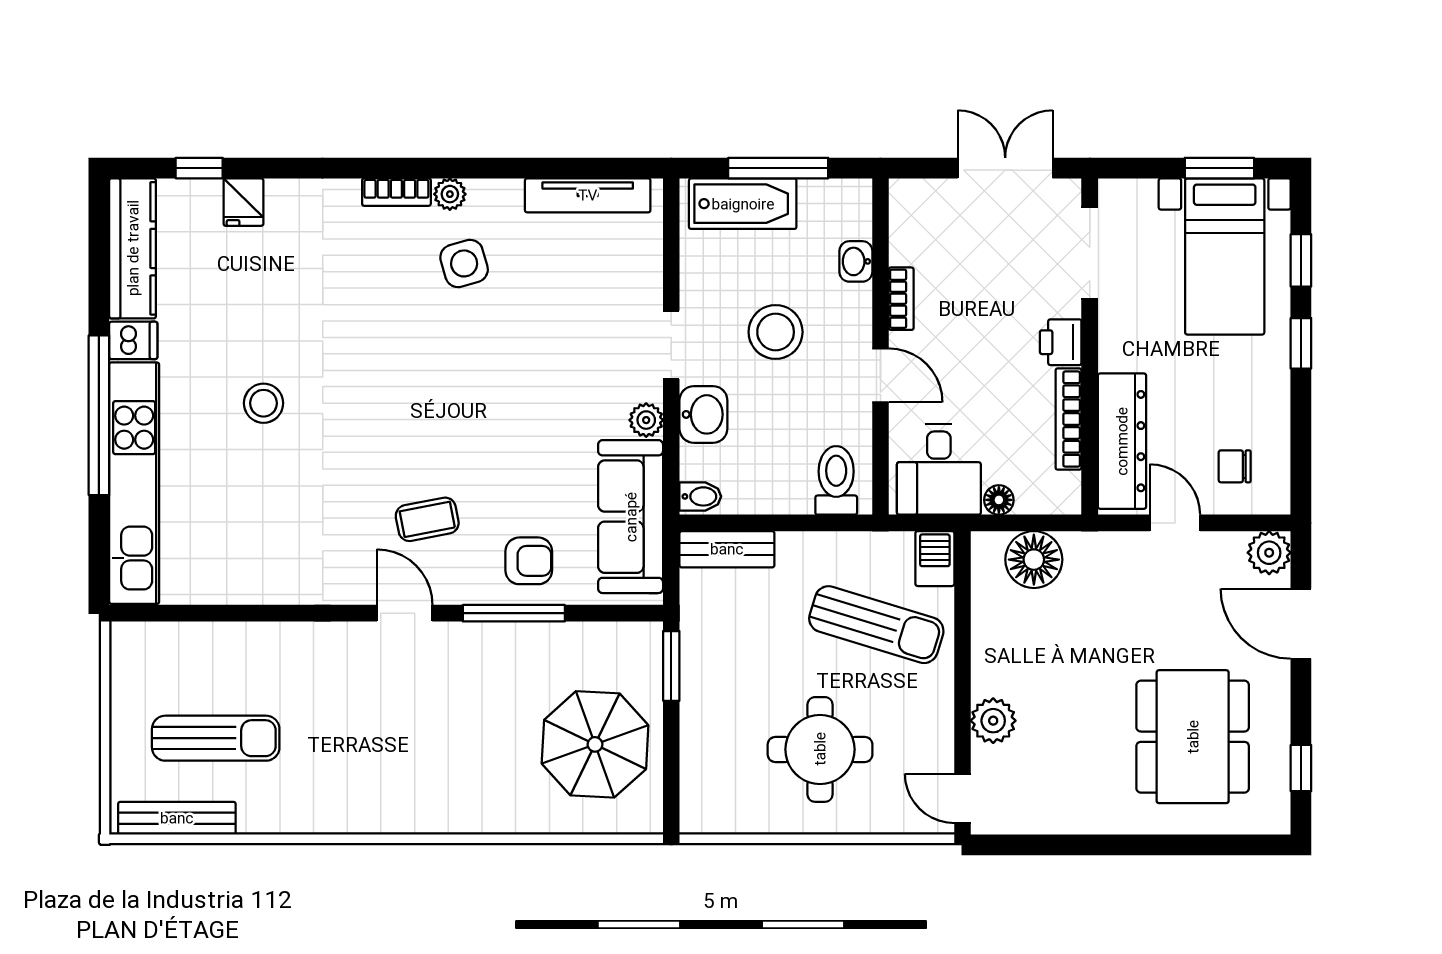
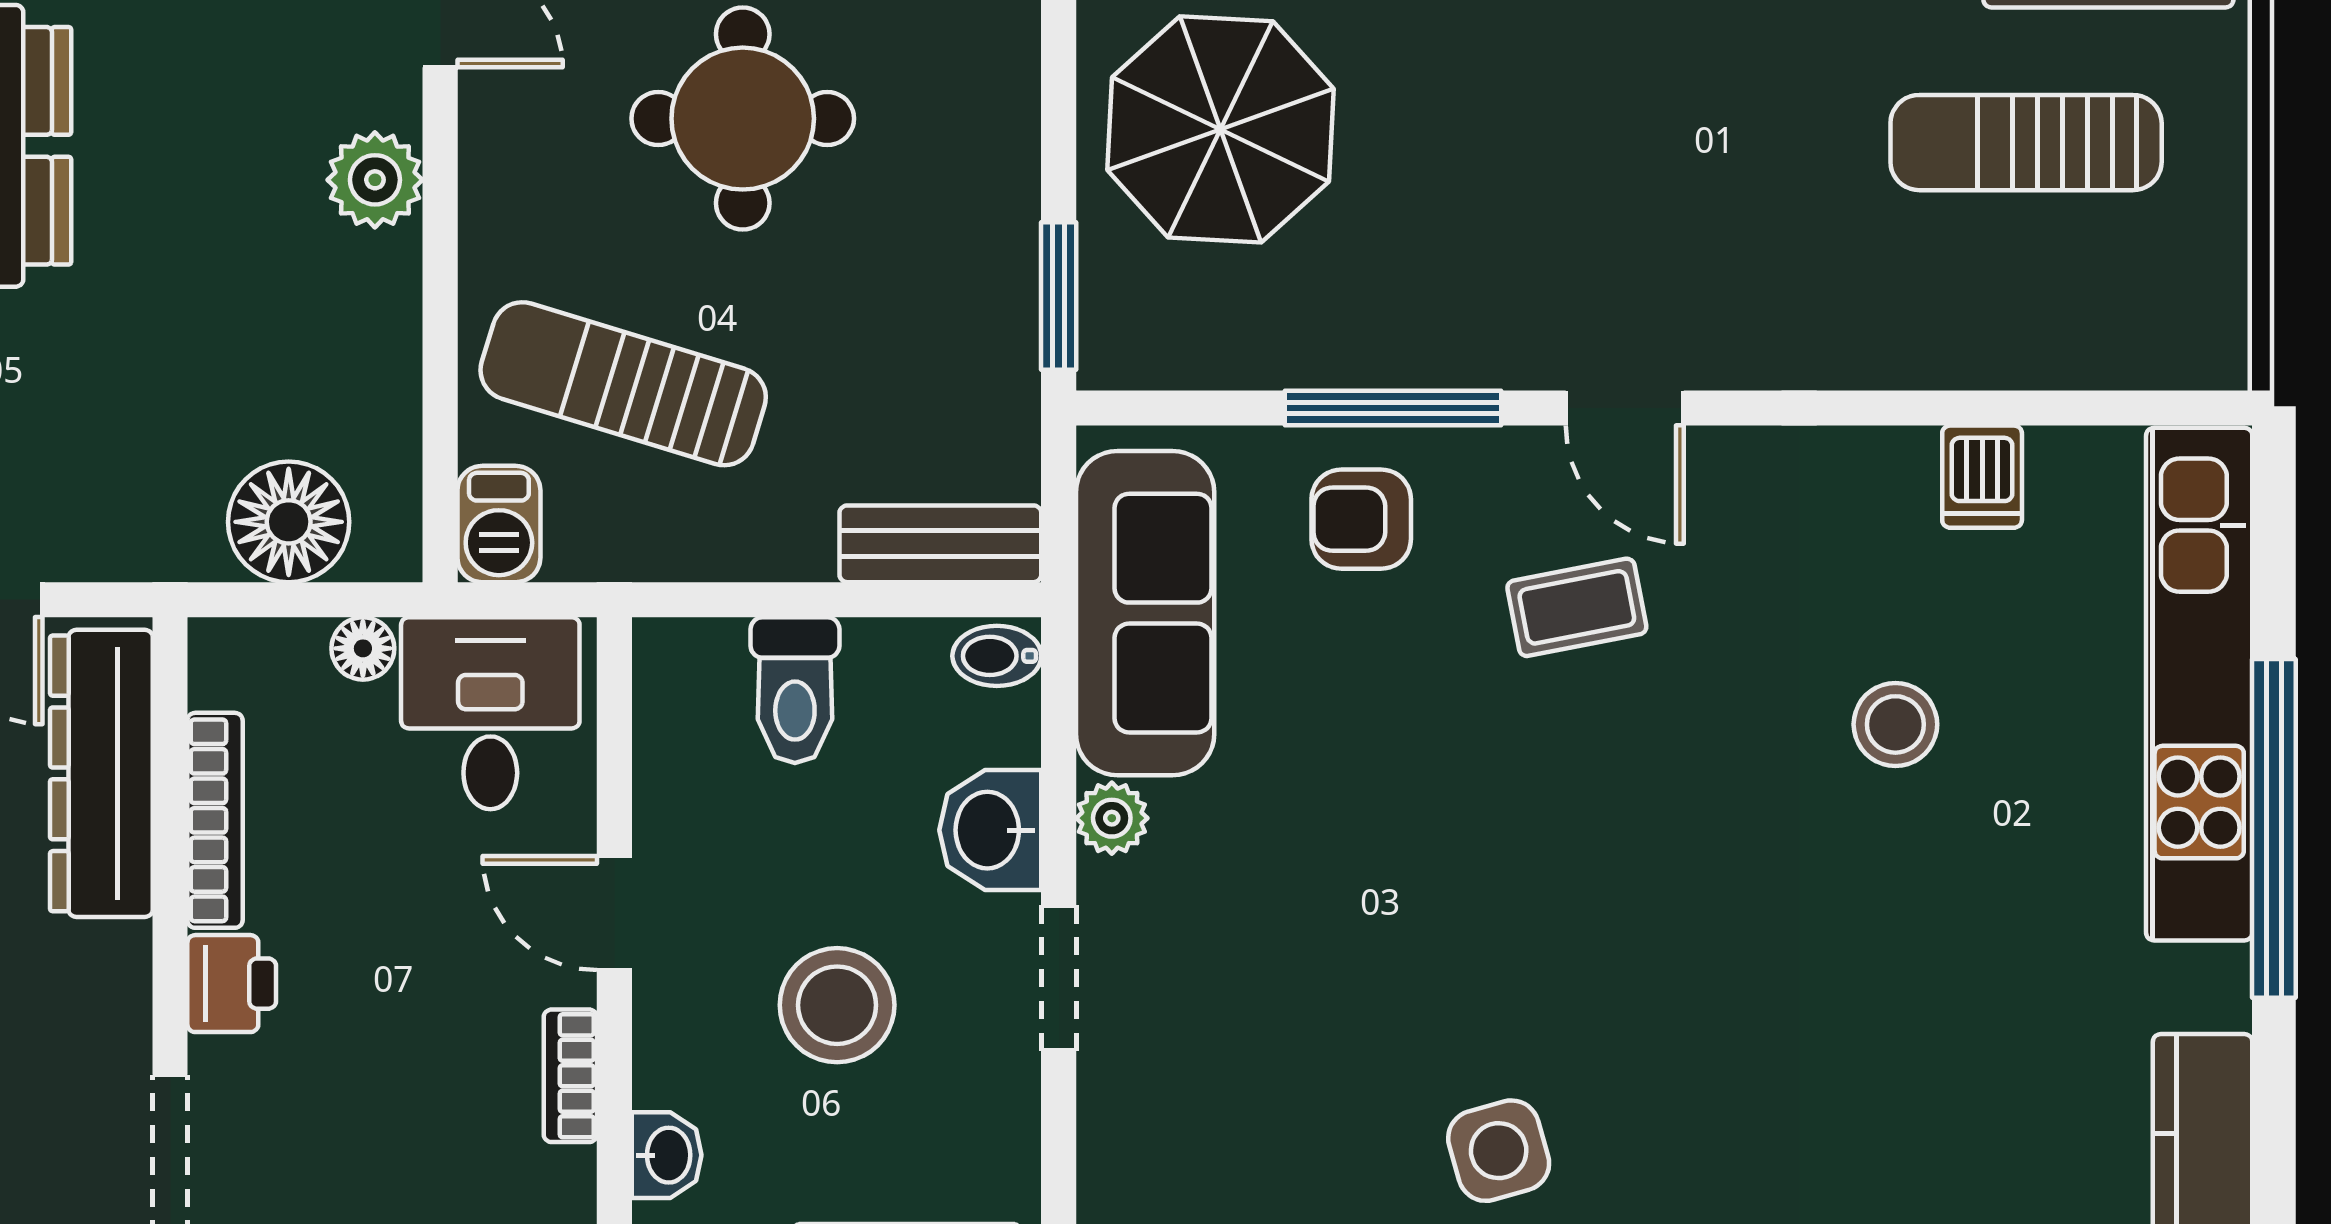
dishwasher: (133, 340) -> (1982, 477), moved, turned -90
stool: (264, 403) -> (1895, 724), moved
toilet: (836, 480) -> (795, 690), moved

